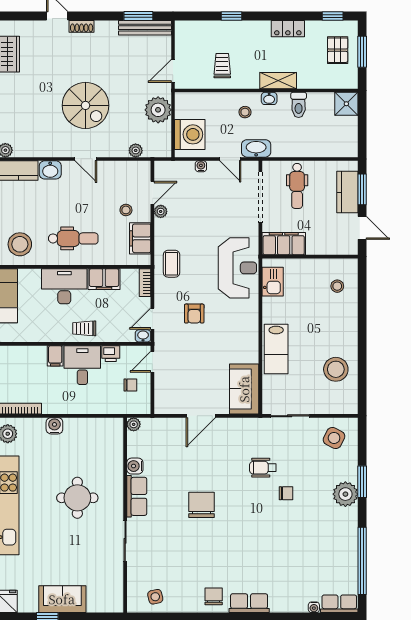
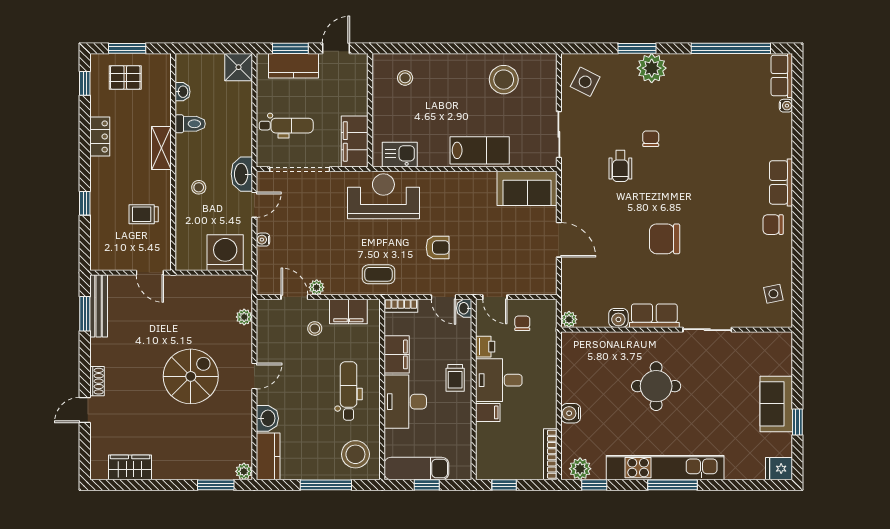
washbasin: (269, 98) -> (183, 92), moved
shower: (346, 104) -> (239, 67), moved
plant: (158, 110) -> (196, 290), removed

